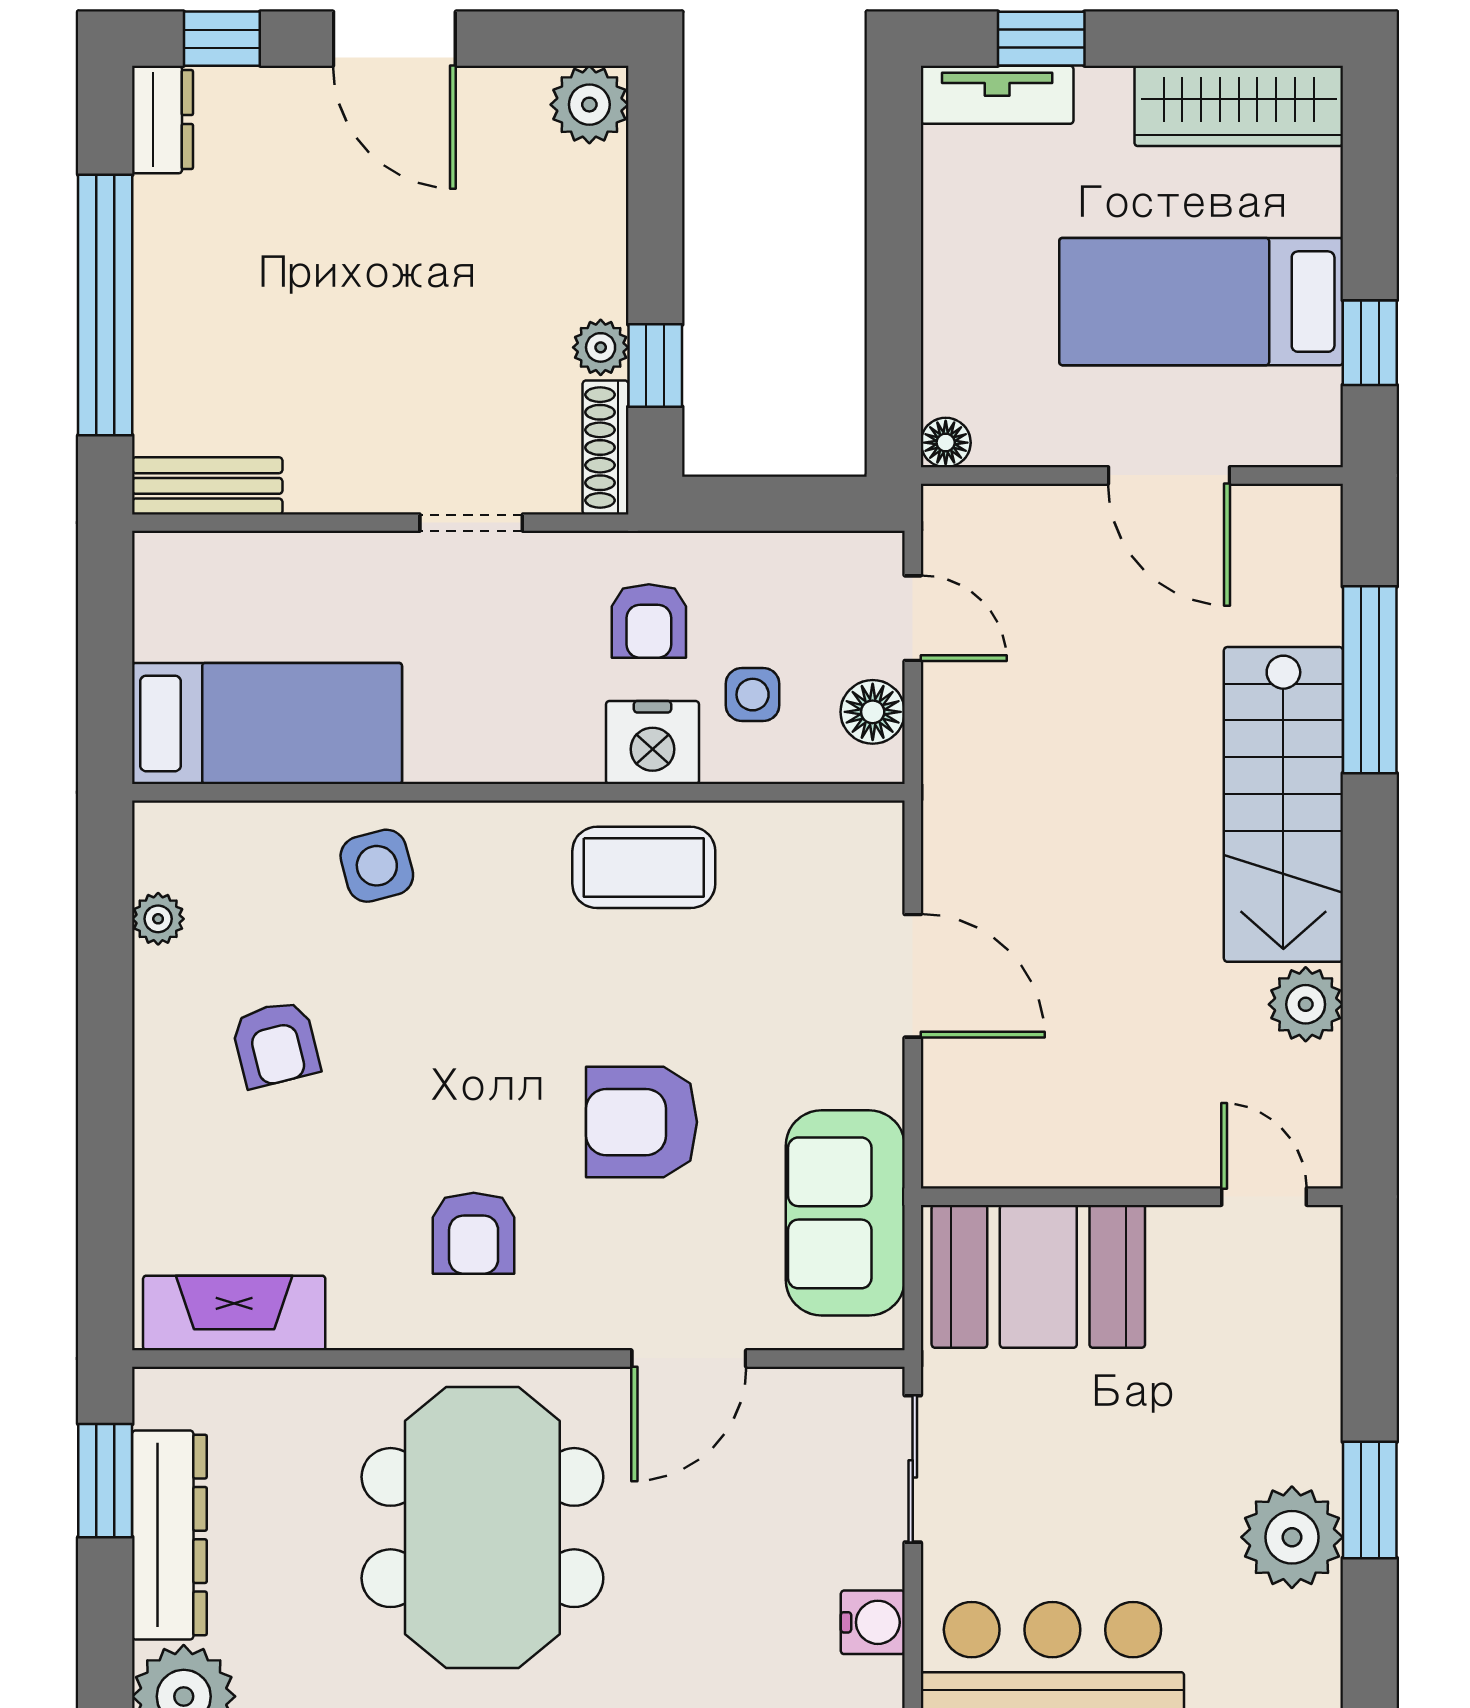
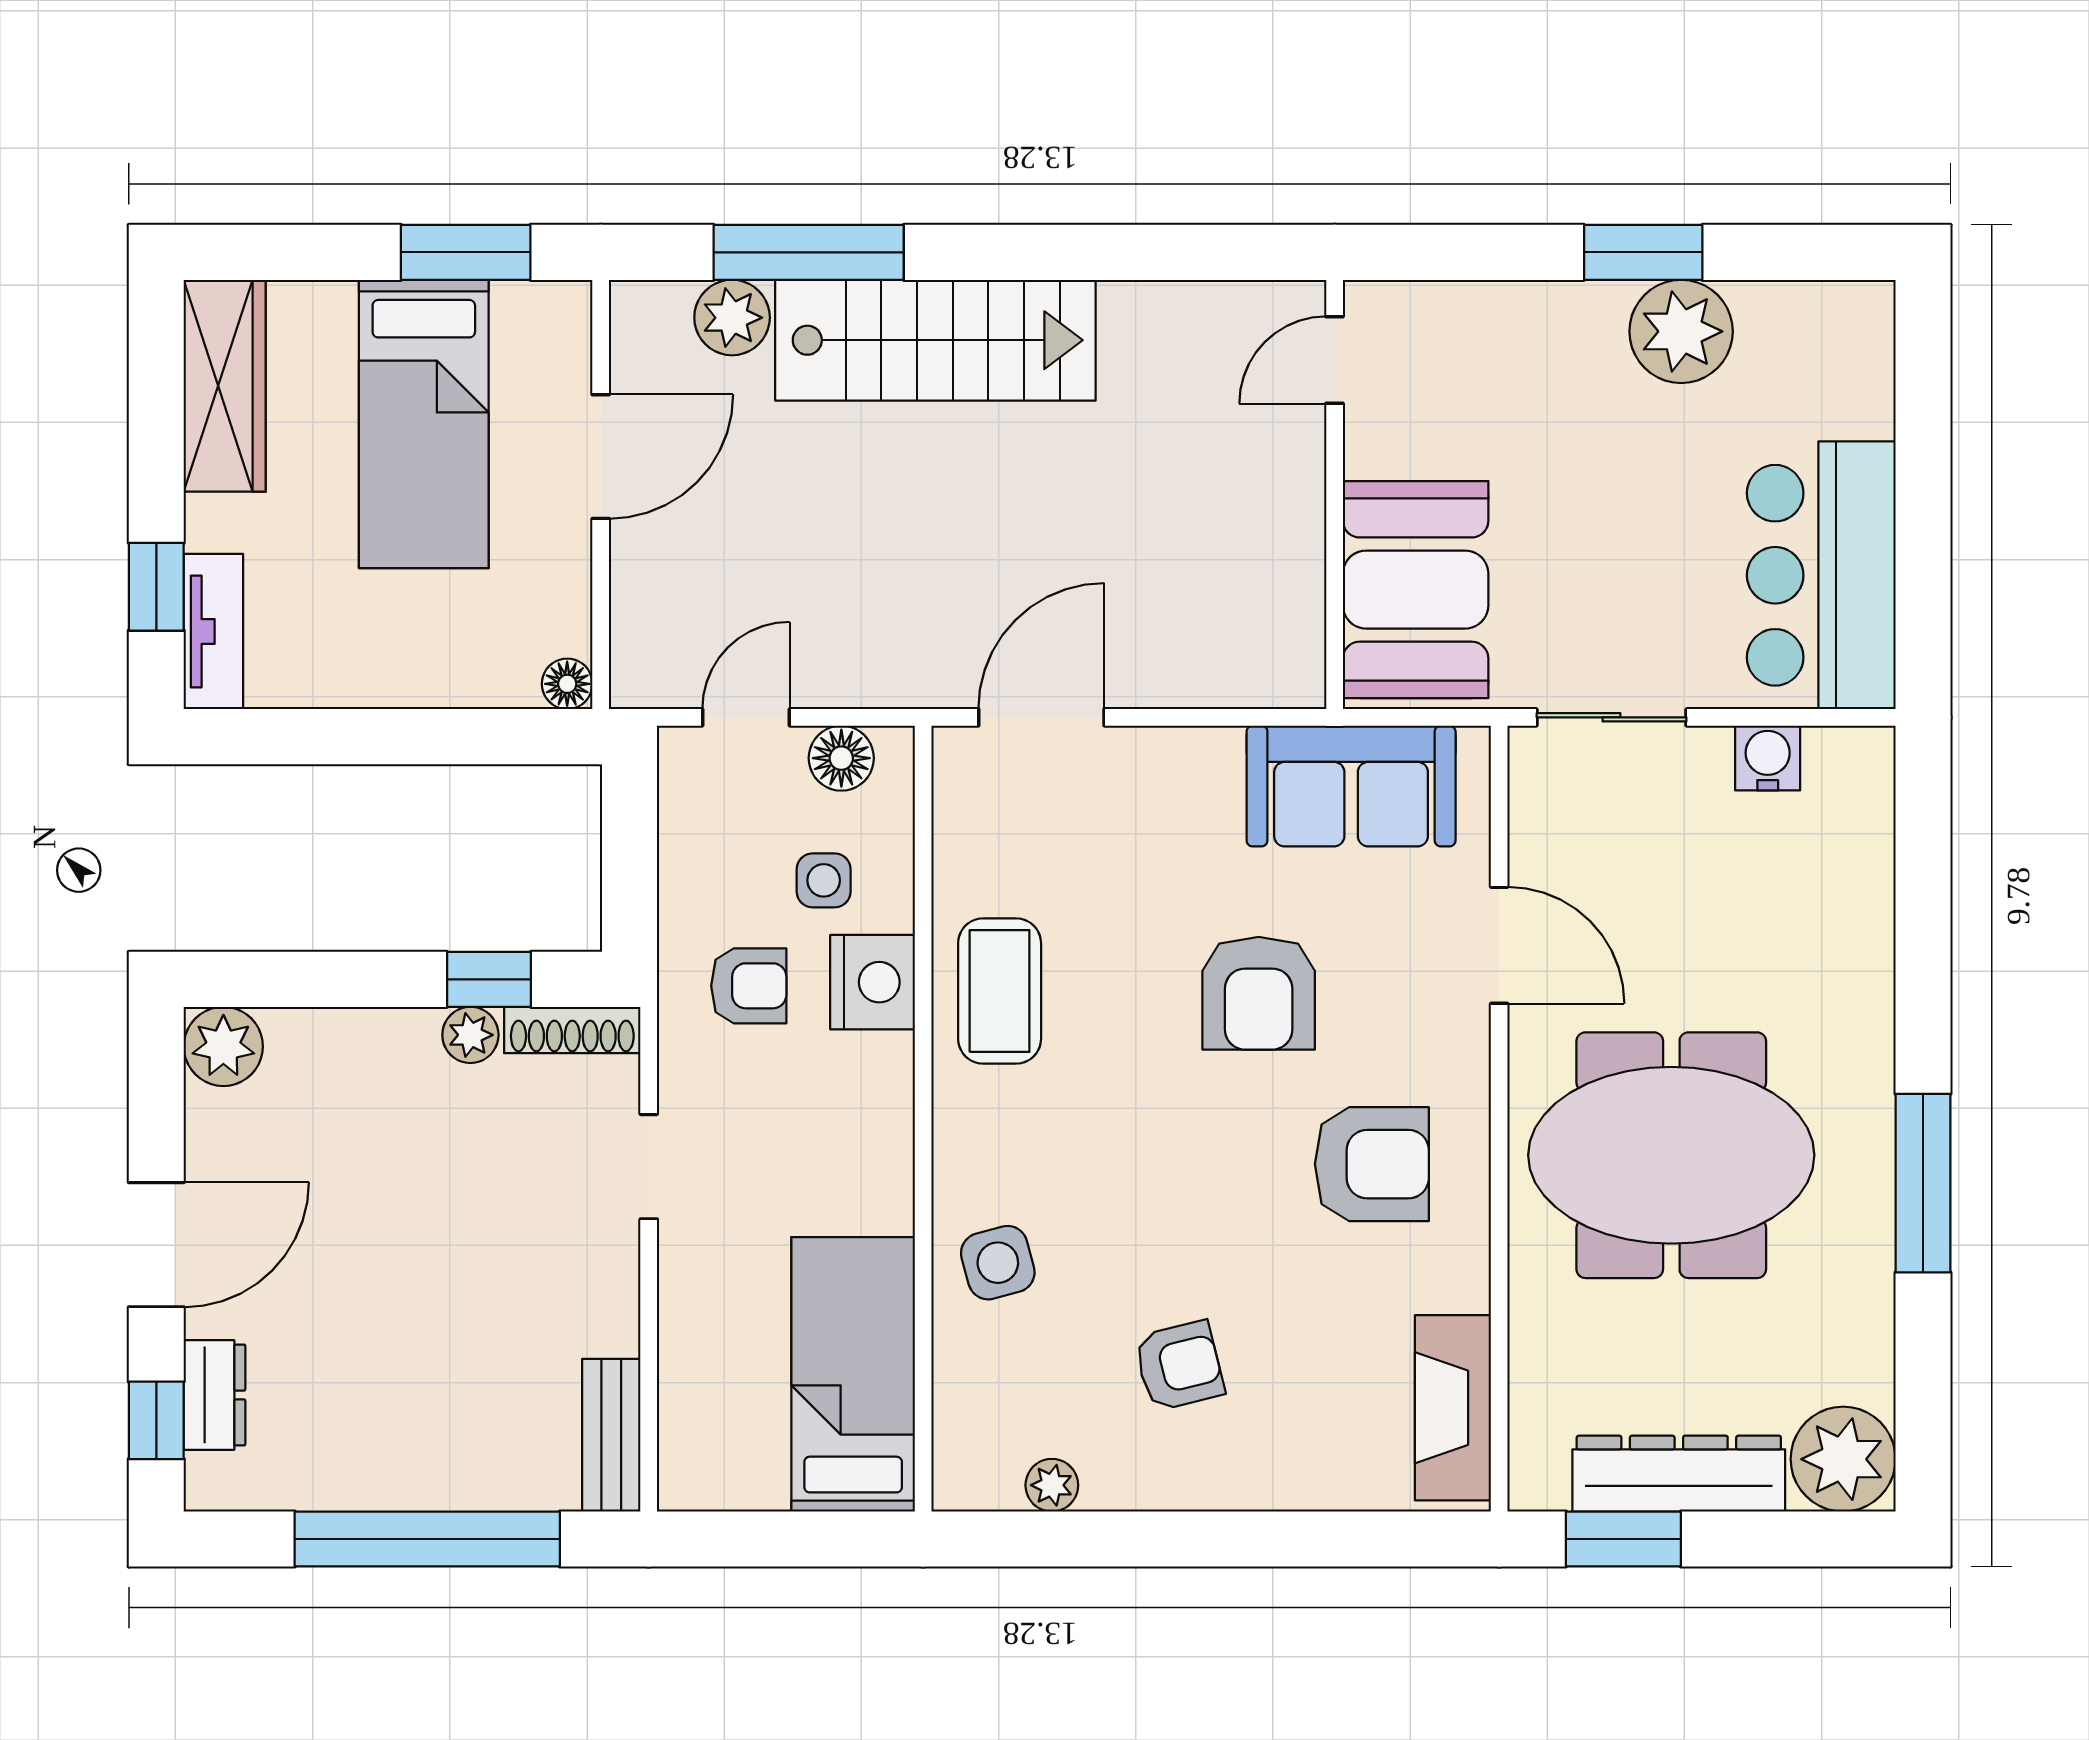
dresser: (162, 120) -> (215, 1395), moved, turned 90
window: (1370, 343) -> (466, 252), width x1.50
door: (913, 976) -> (1041, 717), moved
plant: (1306, 1004) -> (732, 318), moved
armchair: (474, 1233) -> (1372, 1164), width x1.38, depth x1.38

